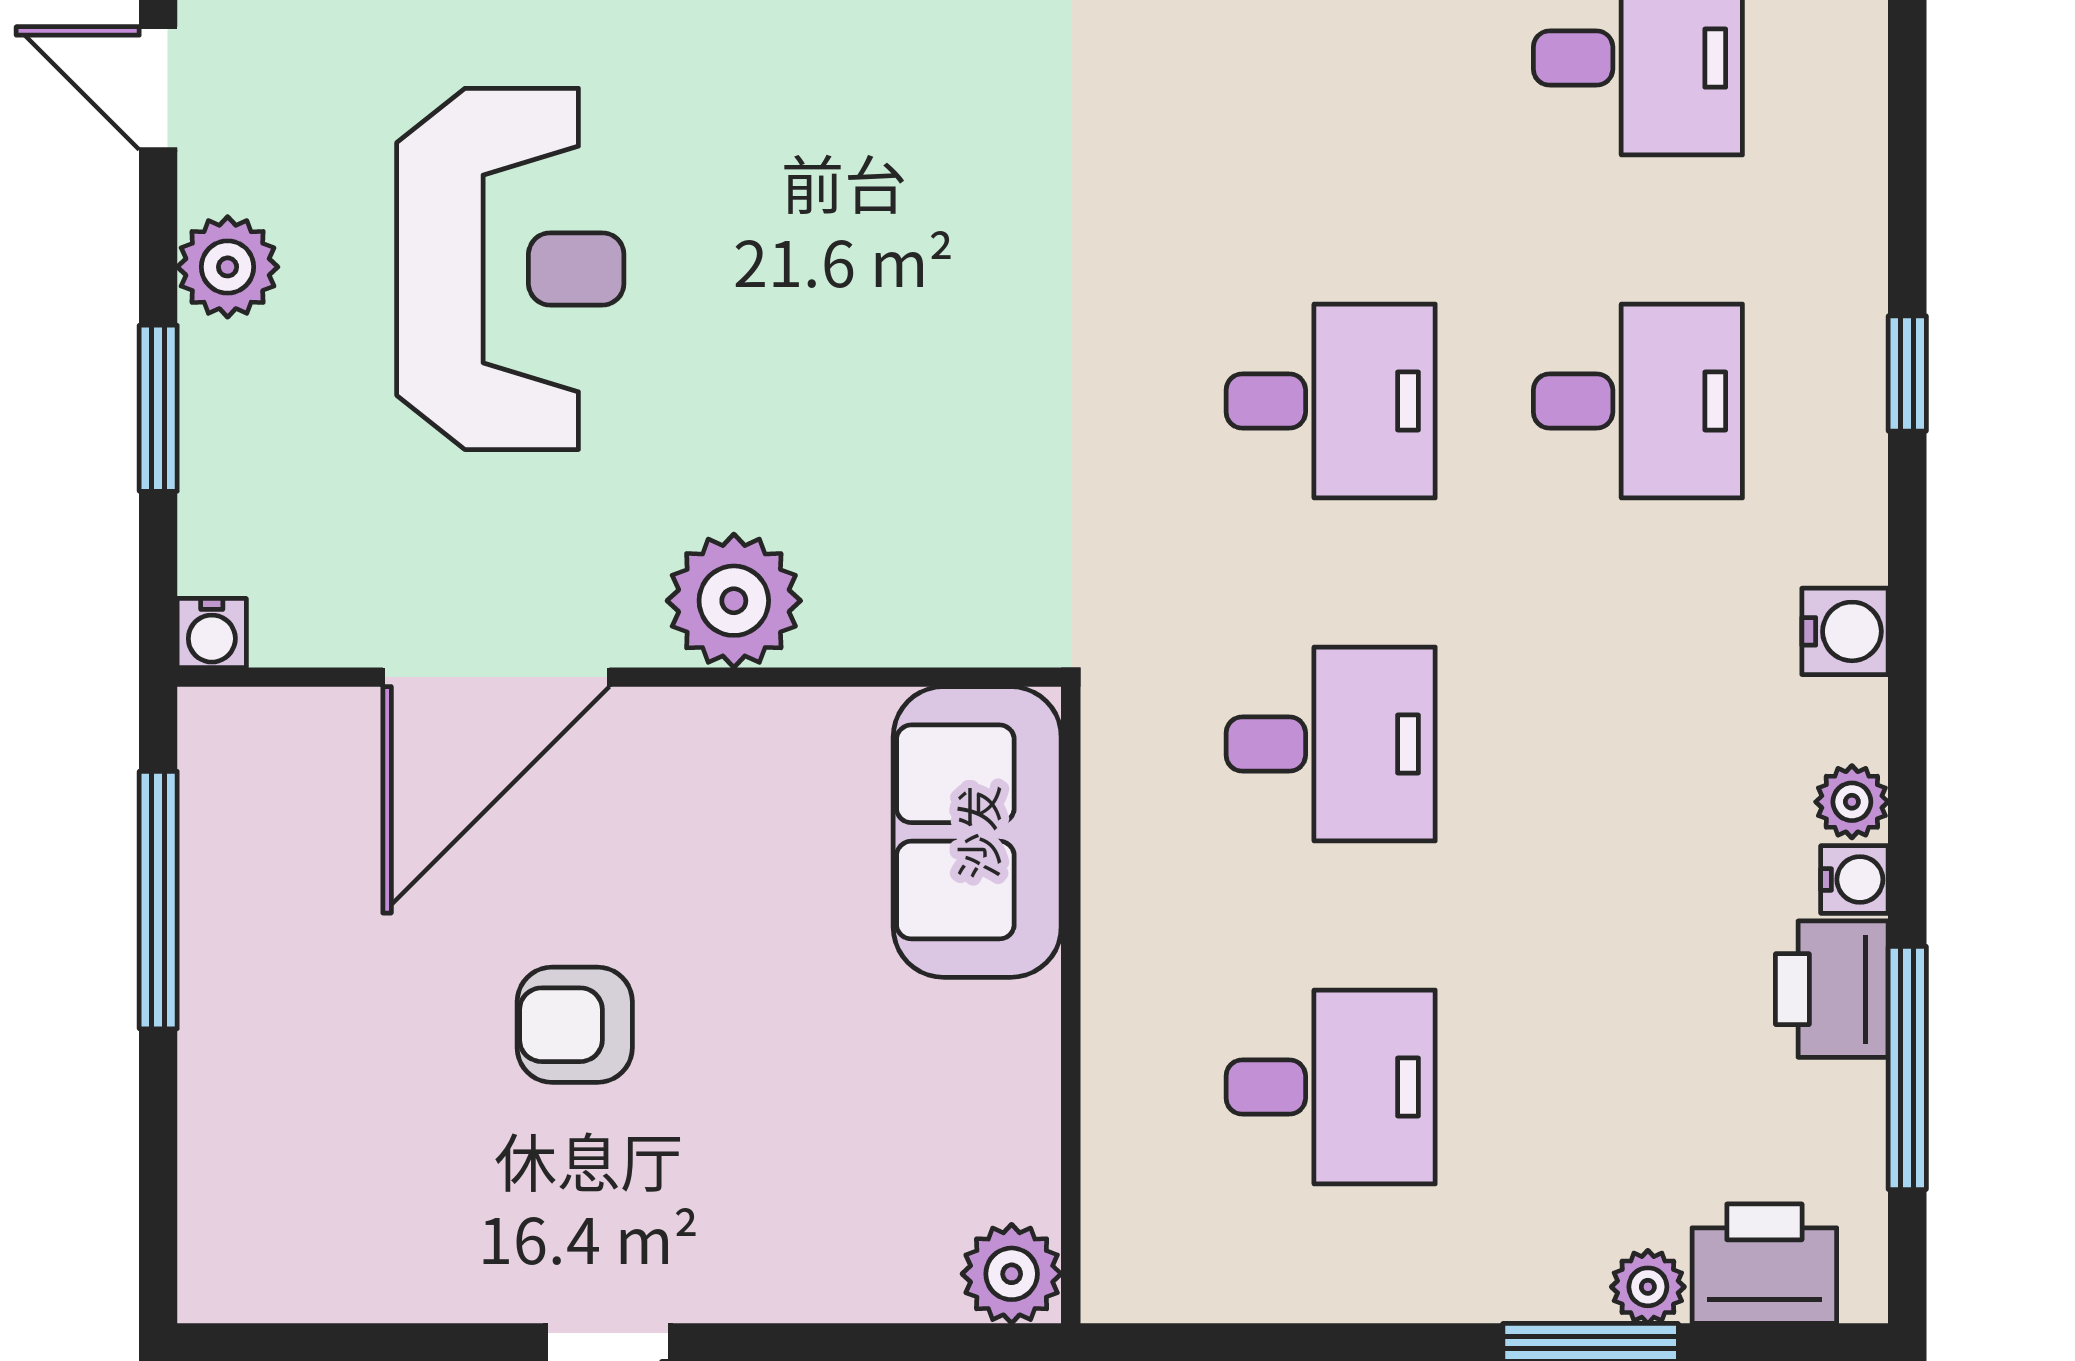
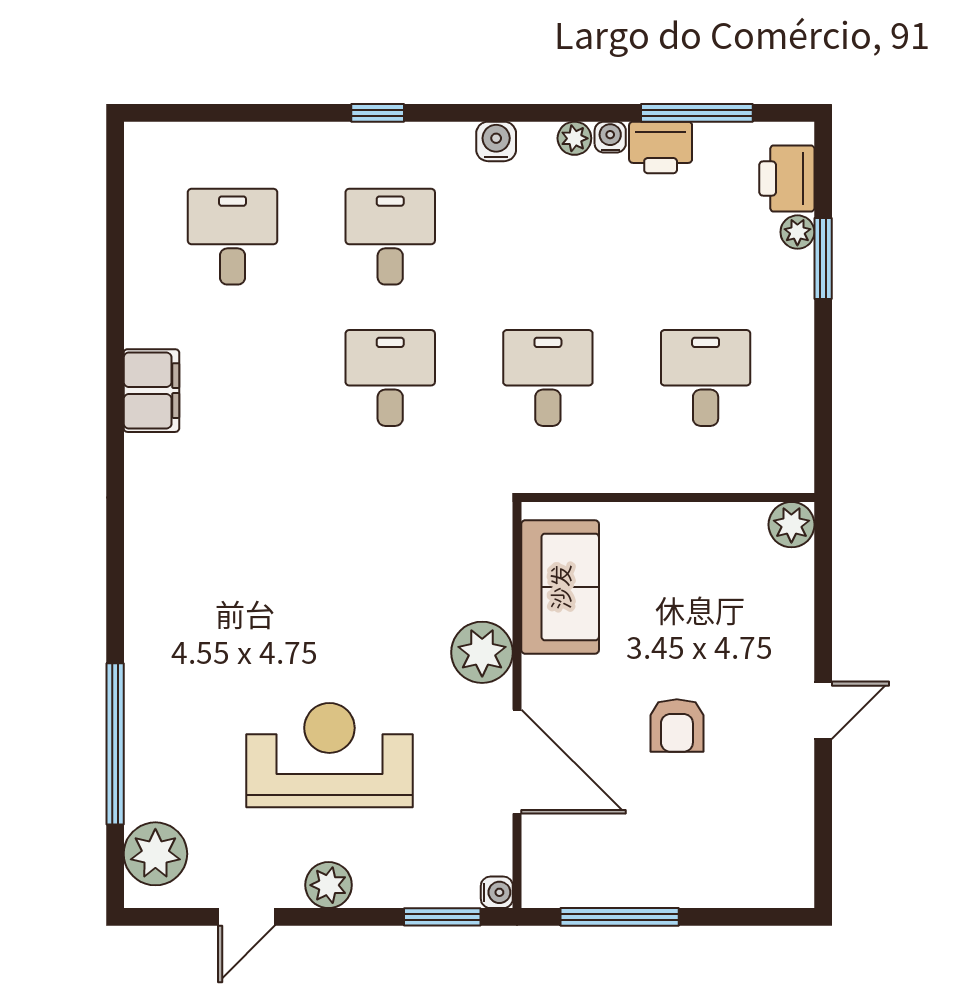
window: (158, 408) -> (442, 917), moved
sofa: (977, 832) -> (560, 587), moved, turned -90

